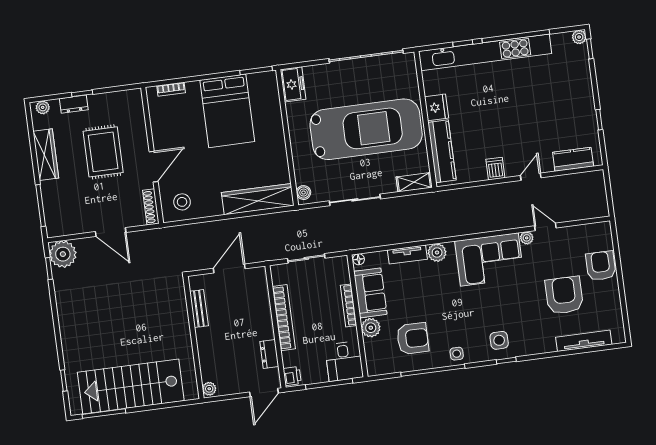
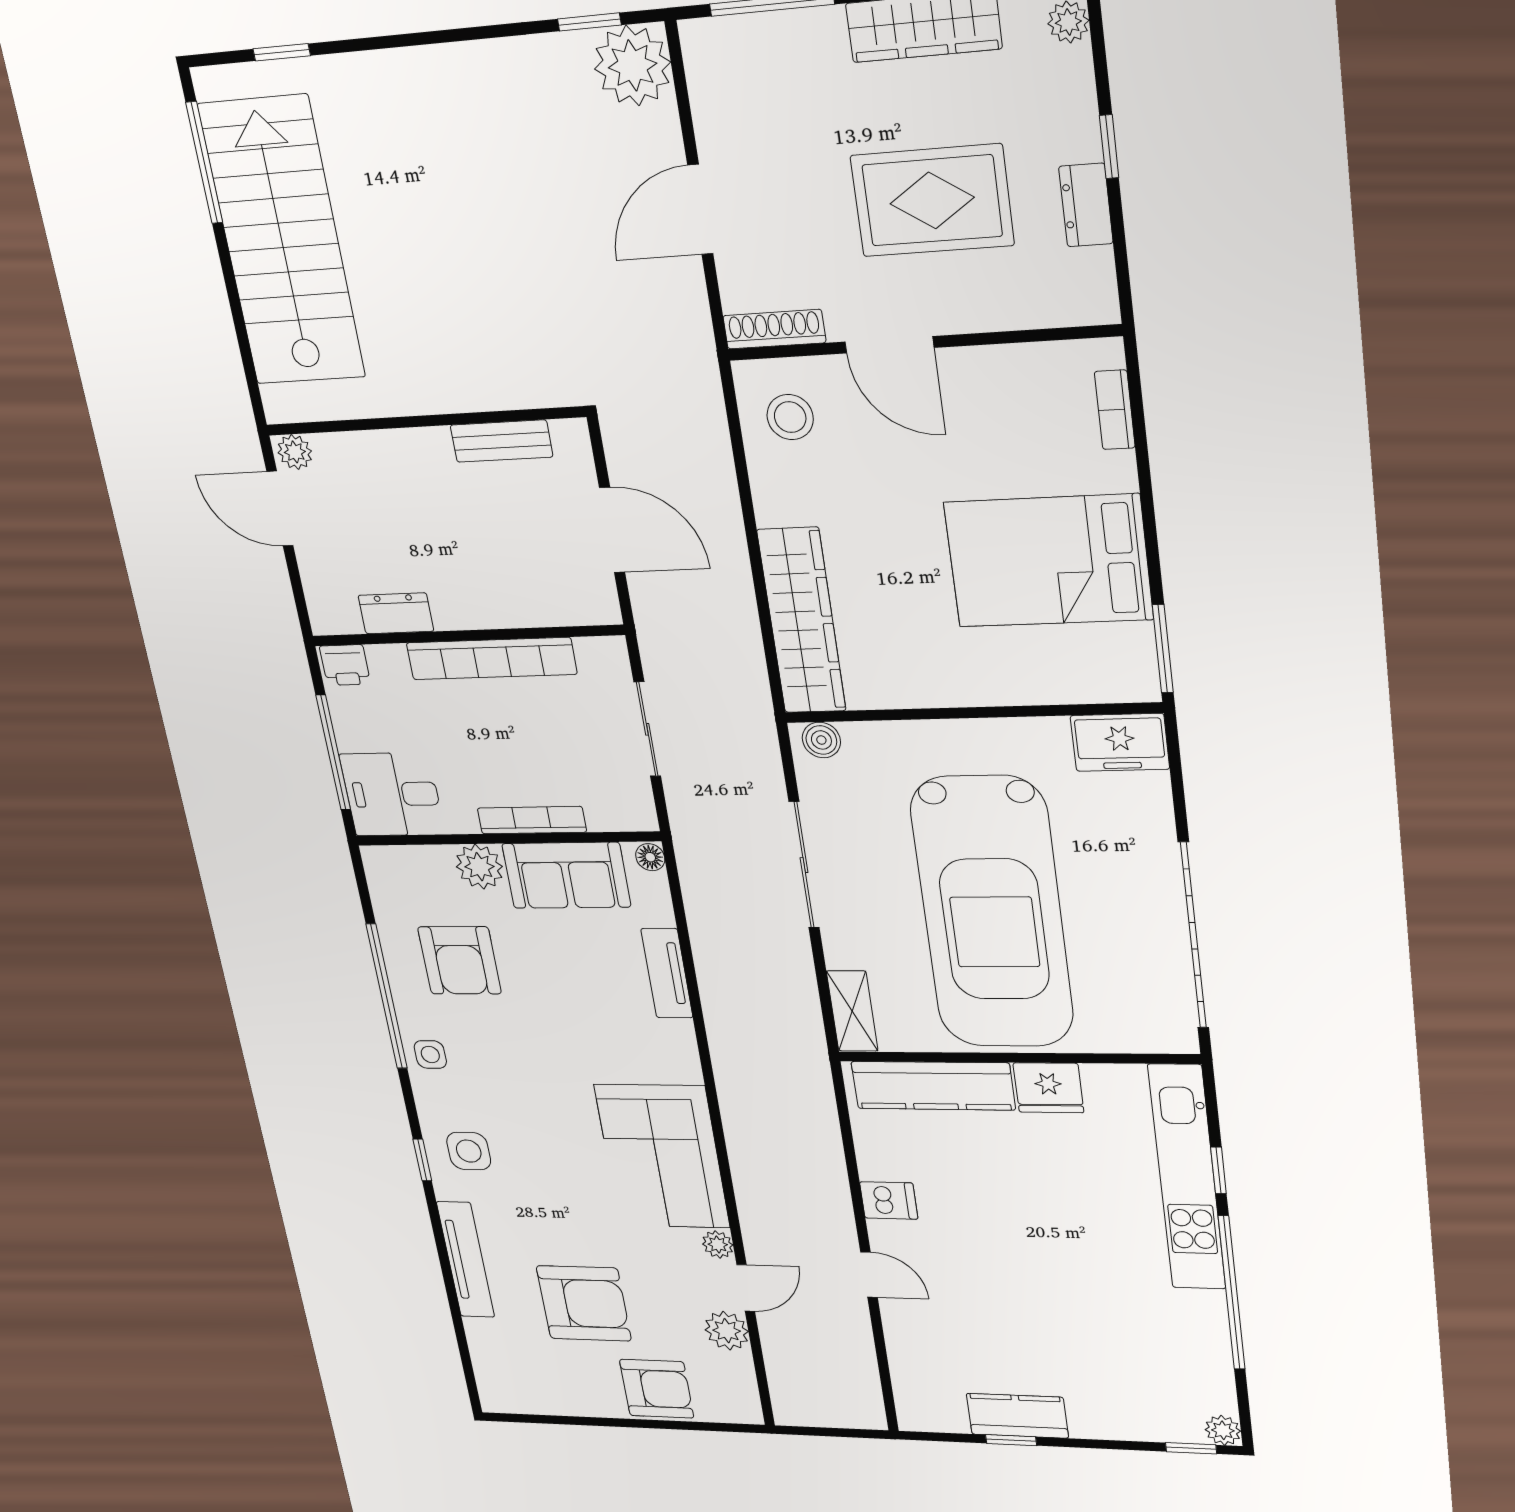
kitchen unit: (485, 52) -> (1187, 1178), width x0.73
dresser: (74, 104) -> (1086, 205), moved
kitchen counter: (573, 159) -> (1017, 1416), moved, turned -90
plant: (437, 252) -> (727, 1331), moved
tv unit: (584, 341) -> (466, 1260), moved
door: (264, 392) -> (280, 509), moved

